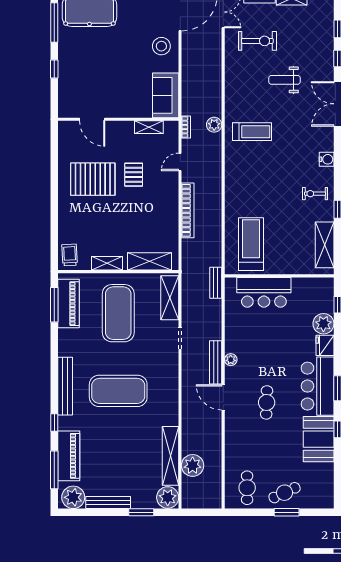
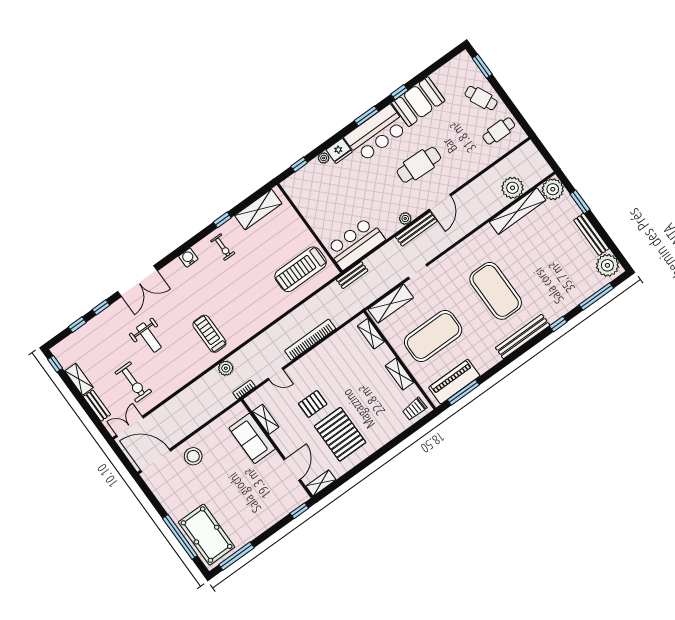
exercise bike: (257, 41) -> (133, 382), turned 180
window: (54, 69) -> (299, 511), moved
sofa: (166, 95) -> (252, 438), moved, turned 90
shelving: (64, 135) -> (321, 483), added
shelving: (150, 261) -> (371, 334), width x0.67, depth x0.75
bar counter: (264, 292) -> (356, 243), moved, turned -90
plant: (323, 324) -> (324, 158), width x0.53, depth x0.53
cafe table: (267, 402) -> (419, 165), width x1.37, depth x1.35
piano: (69, 456) -> (577, 293), removed
window: (287, 512) -> (482, 66), moved

